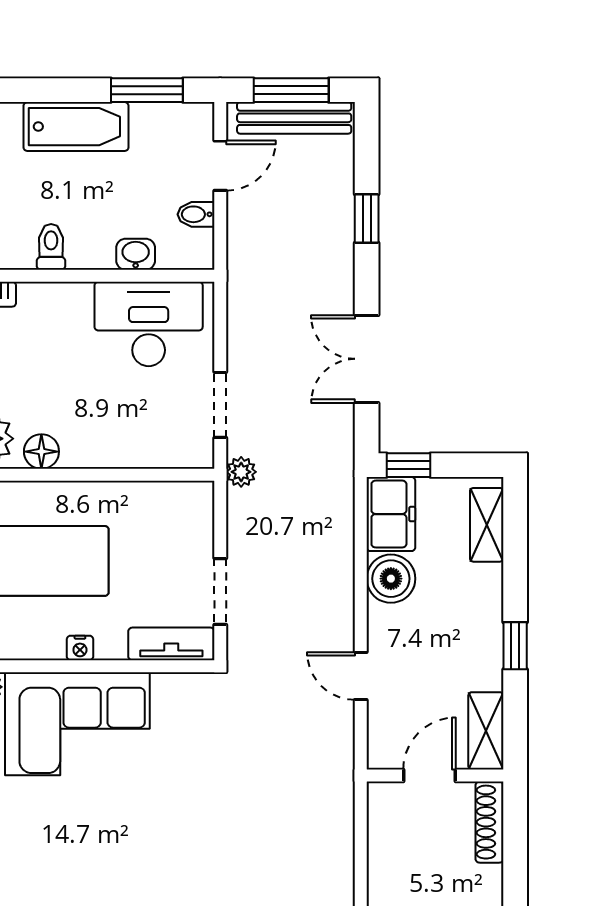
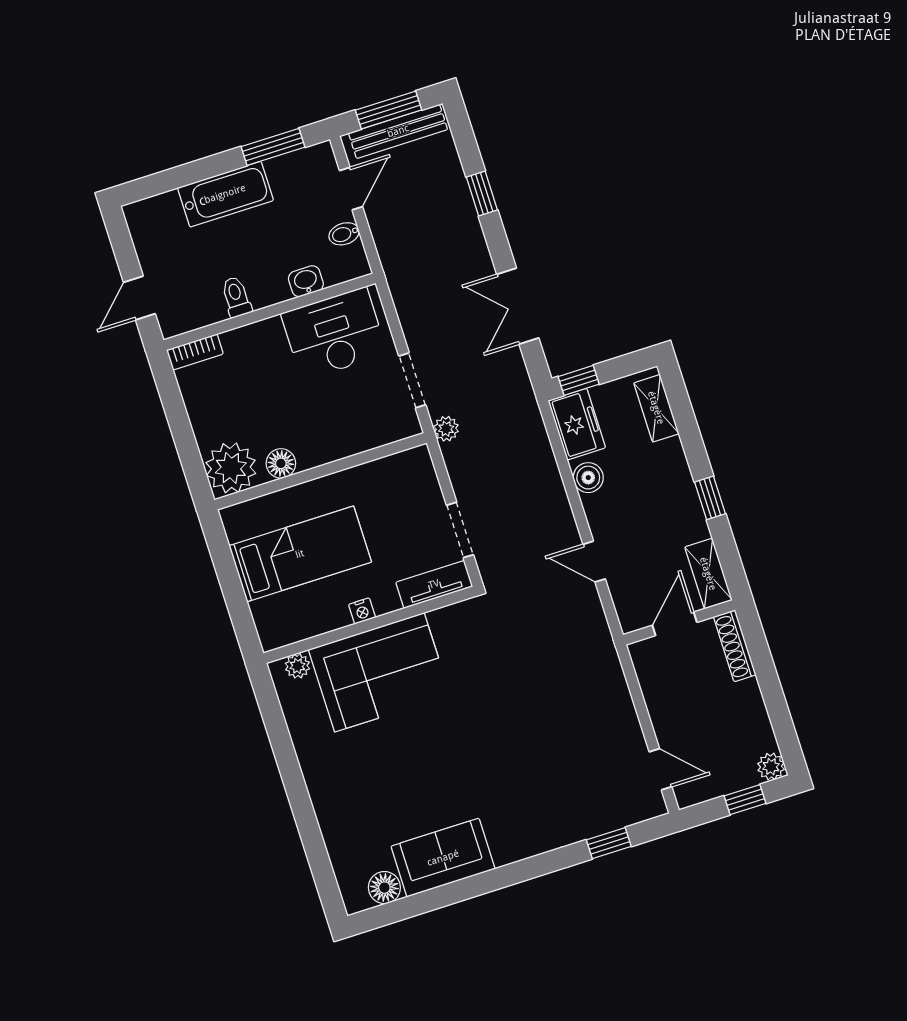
boiler: (391, 579) -> (588, 478), width x0.73, depth x0.73

